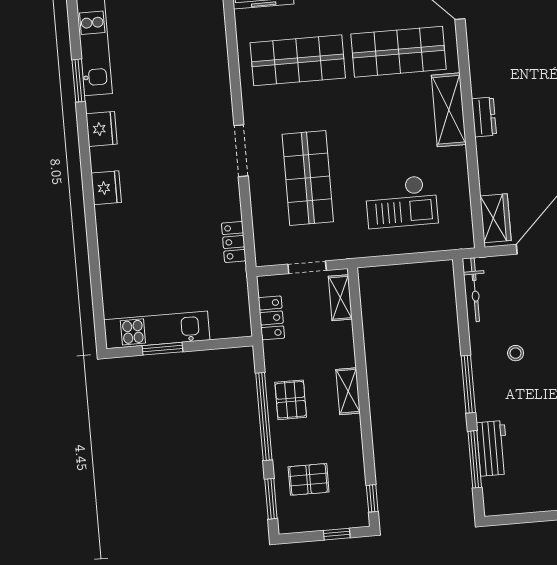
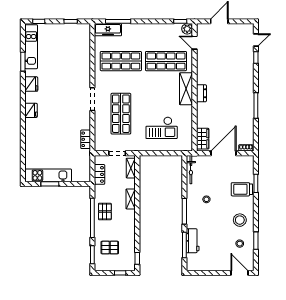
shelving: (348, 391) -> (131, 199), moved

